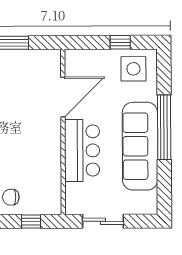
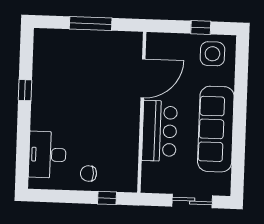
window: (164, 127) -> (240, 112), removed
sliding door: (103, 221) -> (192, 201), moved

